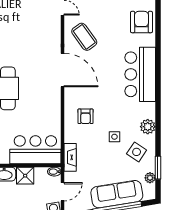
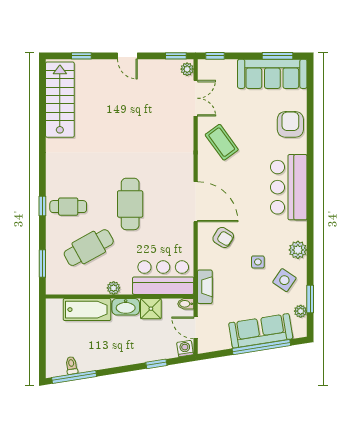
door: (63, 70) -> (196, 202), moved
armchair: (85, 116) -> (223, 237), turned -58
door: (63, 192) -> (196, 328), swing flipped

